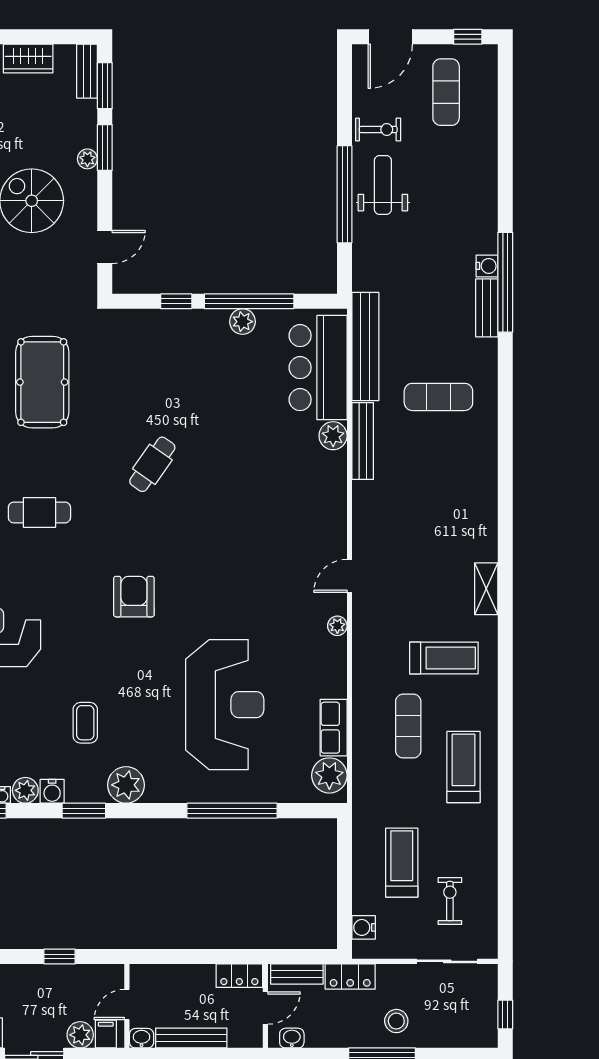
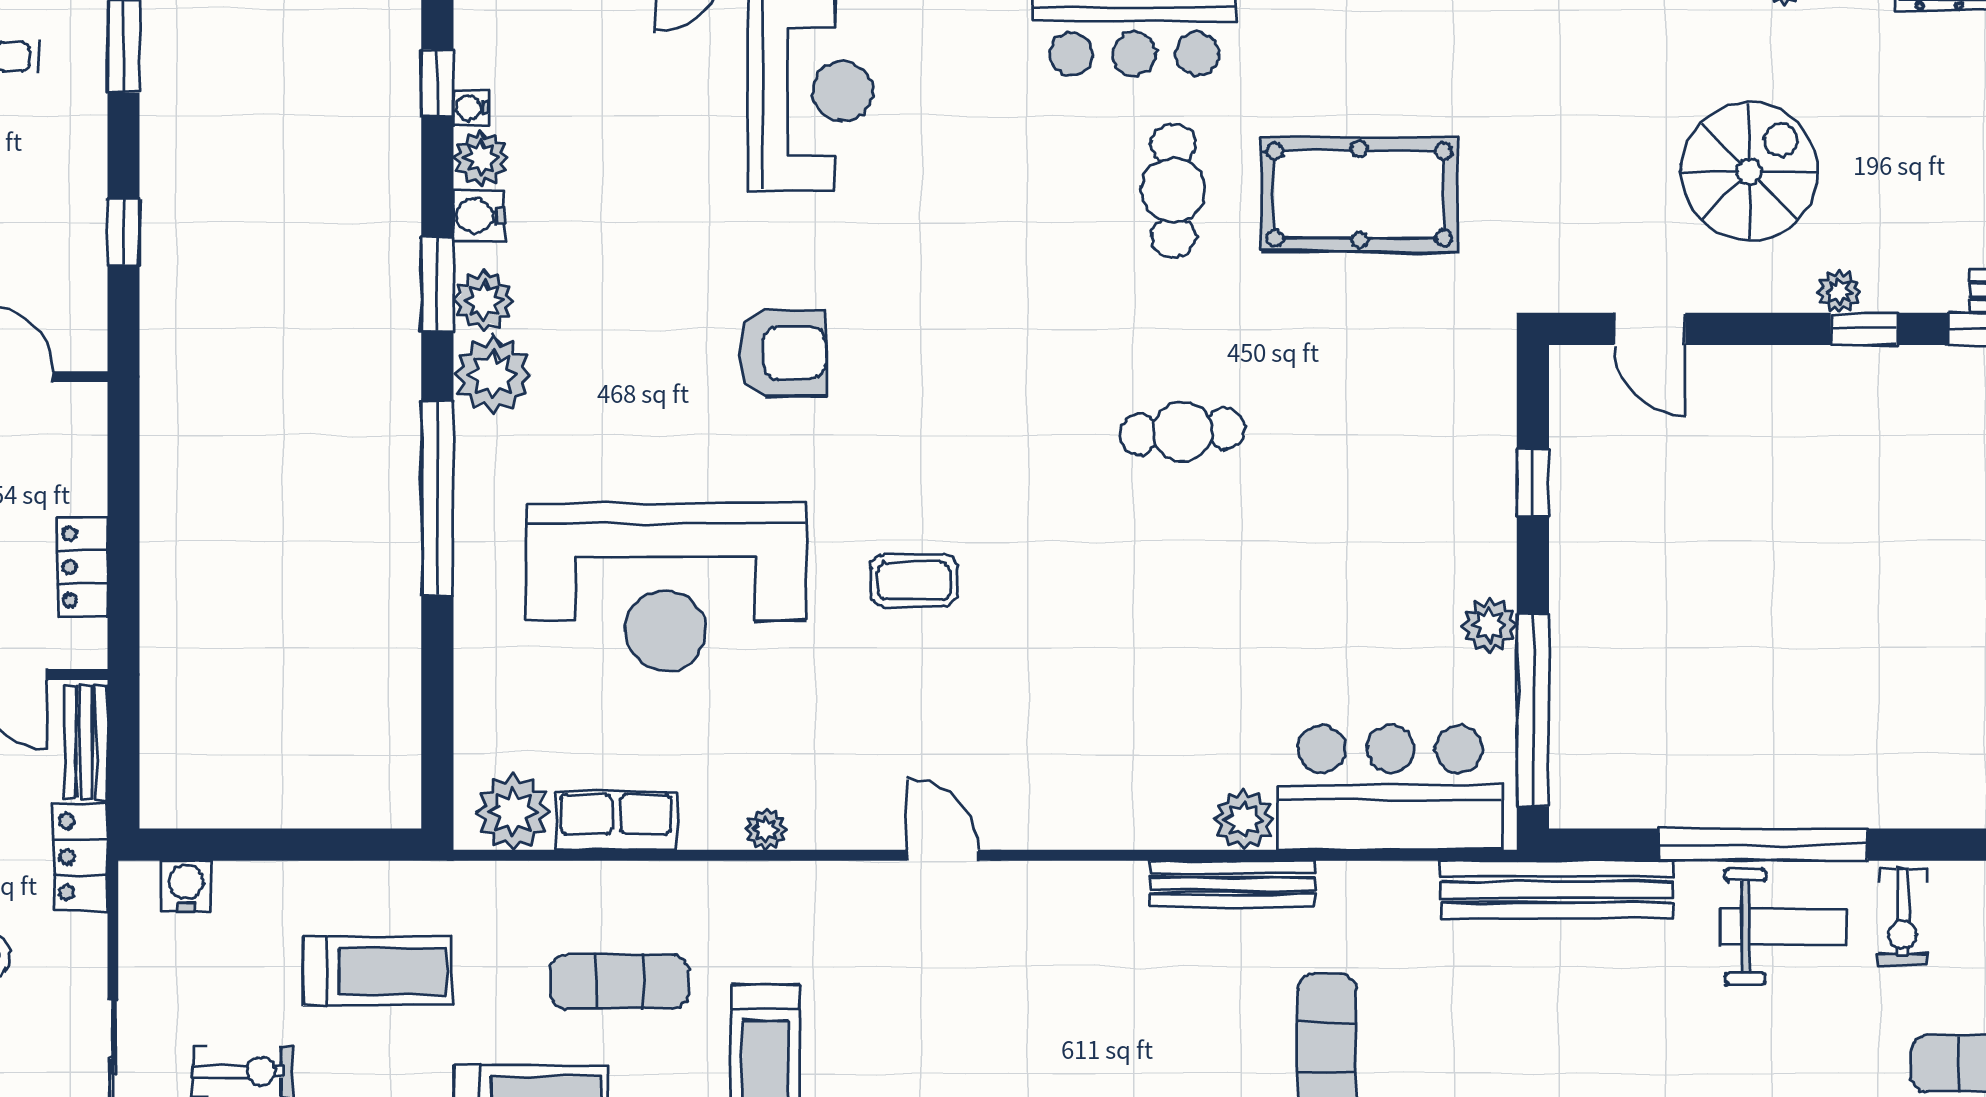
window: (105, 147) -> (1864, 329), width x0.67
window: (249, 301) -> (1533, 710), moved
bench: (365, 347) -> (1556, 890), moved
cafe table: (152, 464) -> (1182, 431), turned -39
cafe table: (39, 512) -> (1173, 191), moved
armchair: (134, 597) -> (782, 353), moved
plant: (337, 626) -> (766, 829), moved
coffee table: (85, 723) -> (914, 581), moved
plant: (92, 789) -> (484, 301), added
window: (232, 811) -> (437, 498), moved
treadmill: (402, 863) -> (377, 971), moved
locker: (239, 976) -> (82, 567), moved

